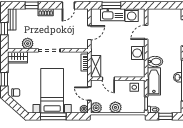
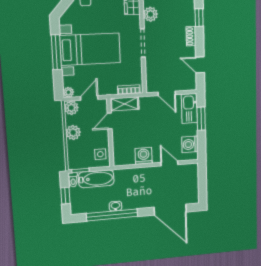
kitchen sink: (112, 15) -> (189, 108), moved
bidet: (155, 62) -> (134, 177), removed
bathtub: (154, 81) -> (96, 179), moved

